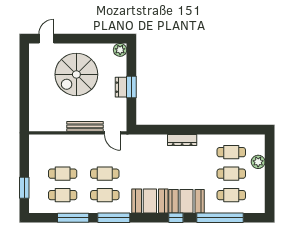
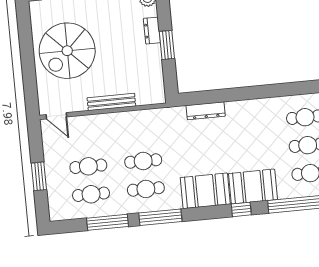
spiral stairs: (76, 74) -> (67, 51), moved
dresser: (121, 87) -> (152, 31), moved
door: (112, 133) -> (56, 116), moved
dresser: (182, 140) -> (206, 111), moved
window: (24, 188) -> (39, 176), moved

